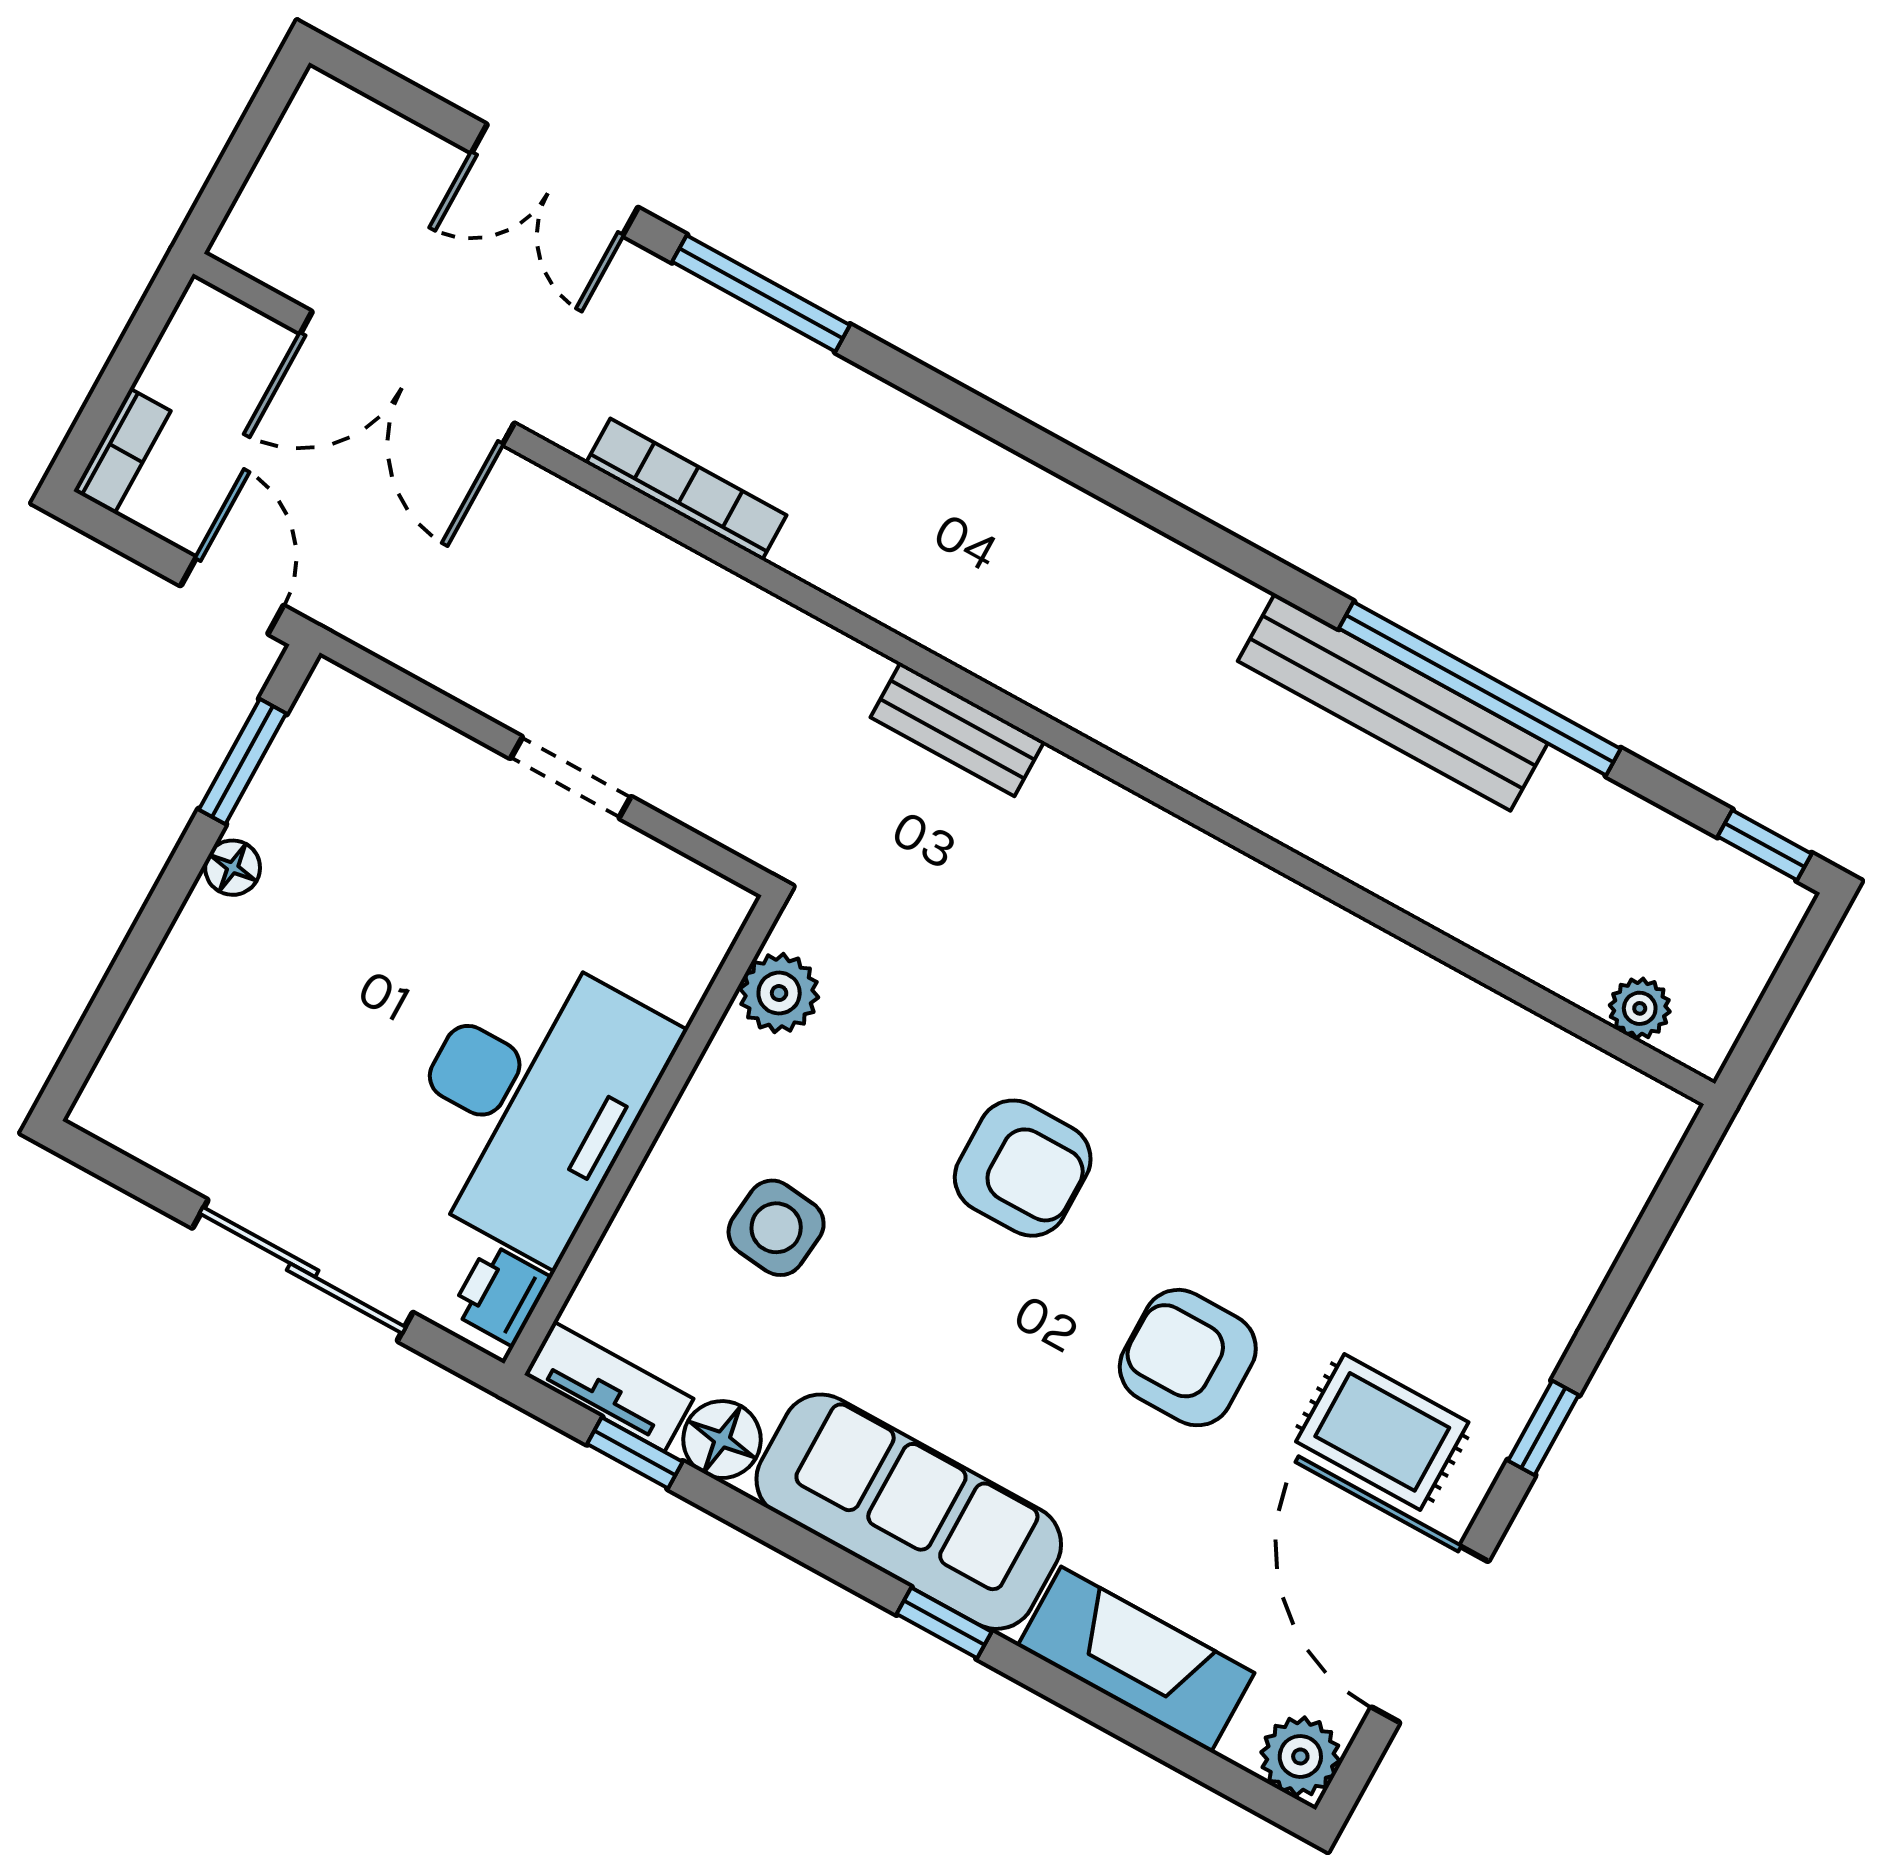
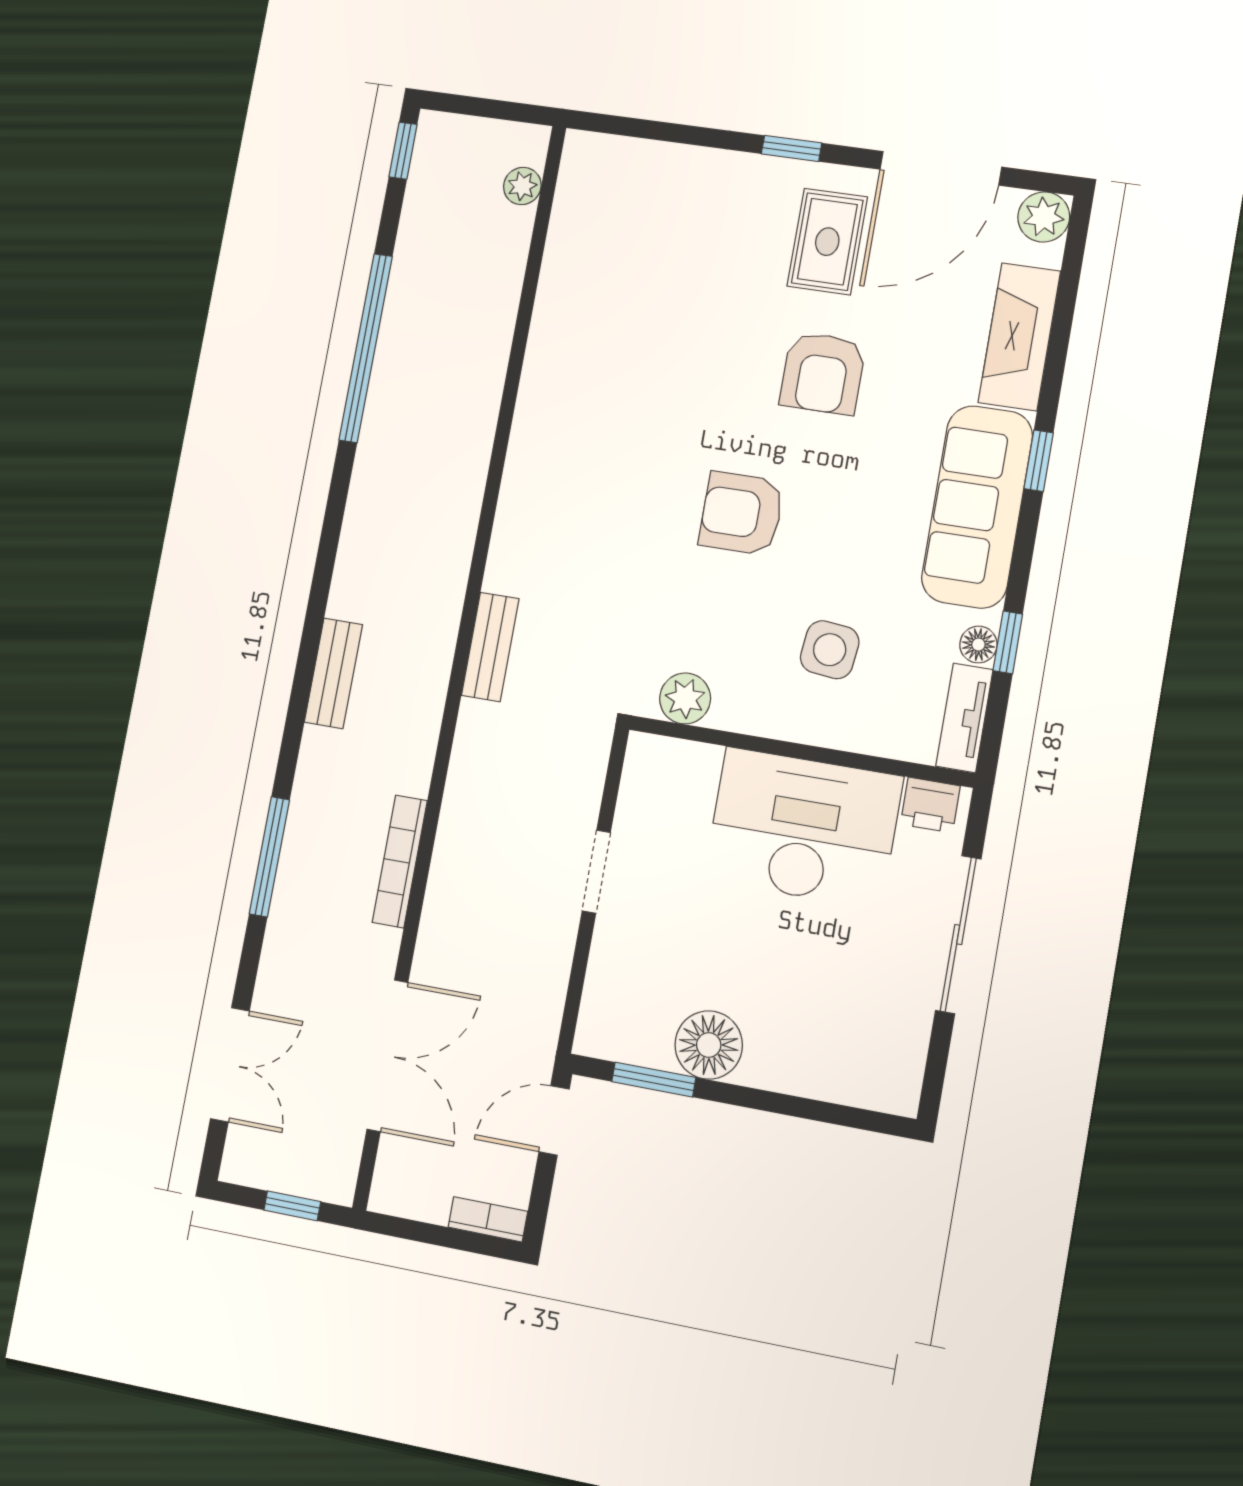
window: (236, 164) -> (292, 1206), added
double door: (555, 180) -> (230, 1065), moved
bench: (1393, 702) -> (333, 673), moved, width x0.54, depth x0.82
floor lamp: (233, 868) -> (709, 1045), width x1.89, depth x1.89
armchair: (1023, 1168) -> (742, 513), turned -90
floor lamp: (722, 1440) -> (978, 645), width x0.73, depth x0.73
window: (635, 1453) -> (1008, 642), moved

